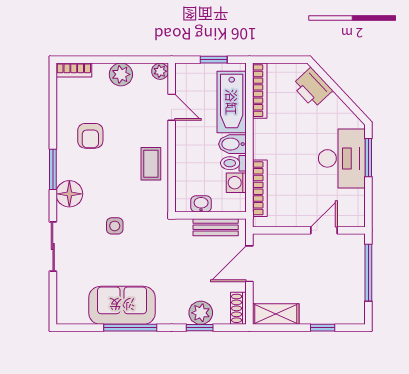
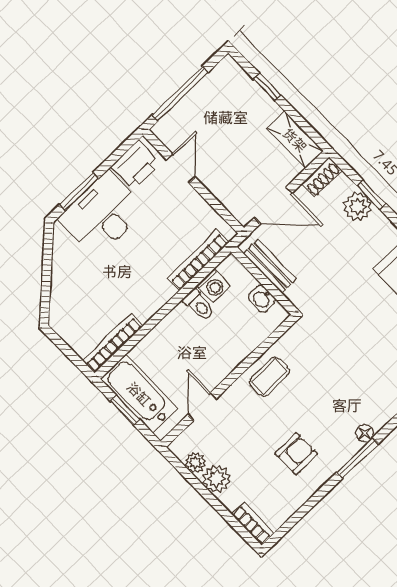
plant: (160, 71) -> (195, 463), moved
printer: (312, 88) -> (136, 165), moved, turned 43
bathtub: (232, 102) -> (139, 394), moved, turned -90
bidet: (232, 144) -> (183, 322), removed
floor lamp: (69, 194) -> (365, 433), width x0.53, depth x0.53
side table: (115, 226) -> (355, 356), removed
door: (324, 230) -> (181, 168), swing flipped

